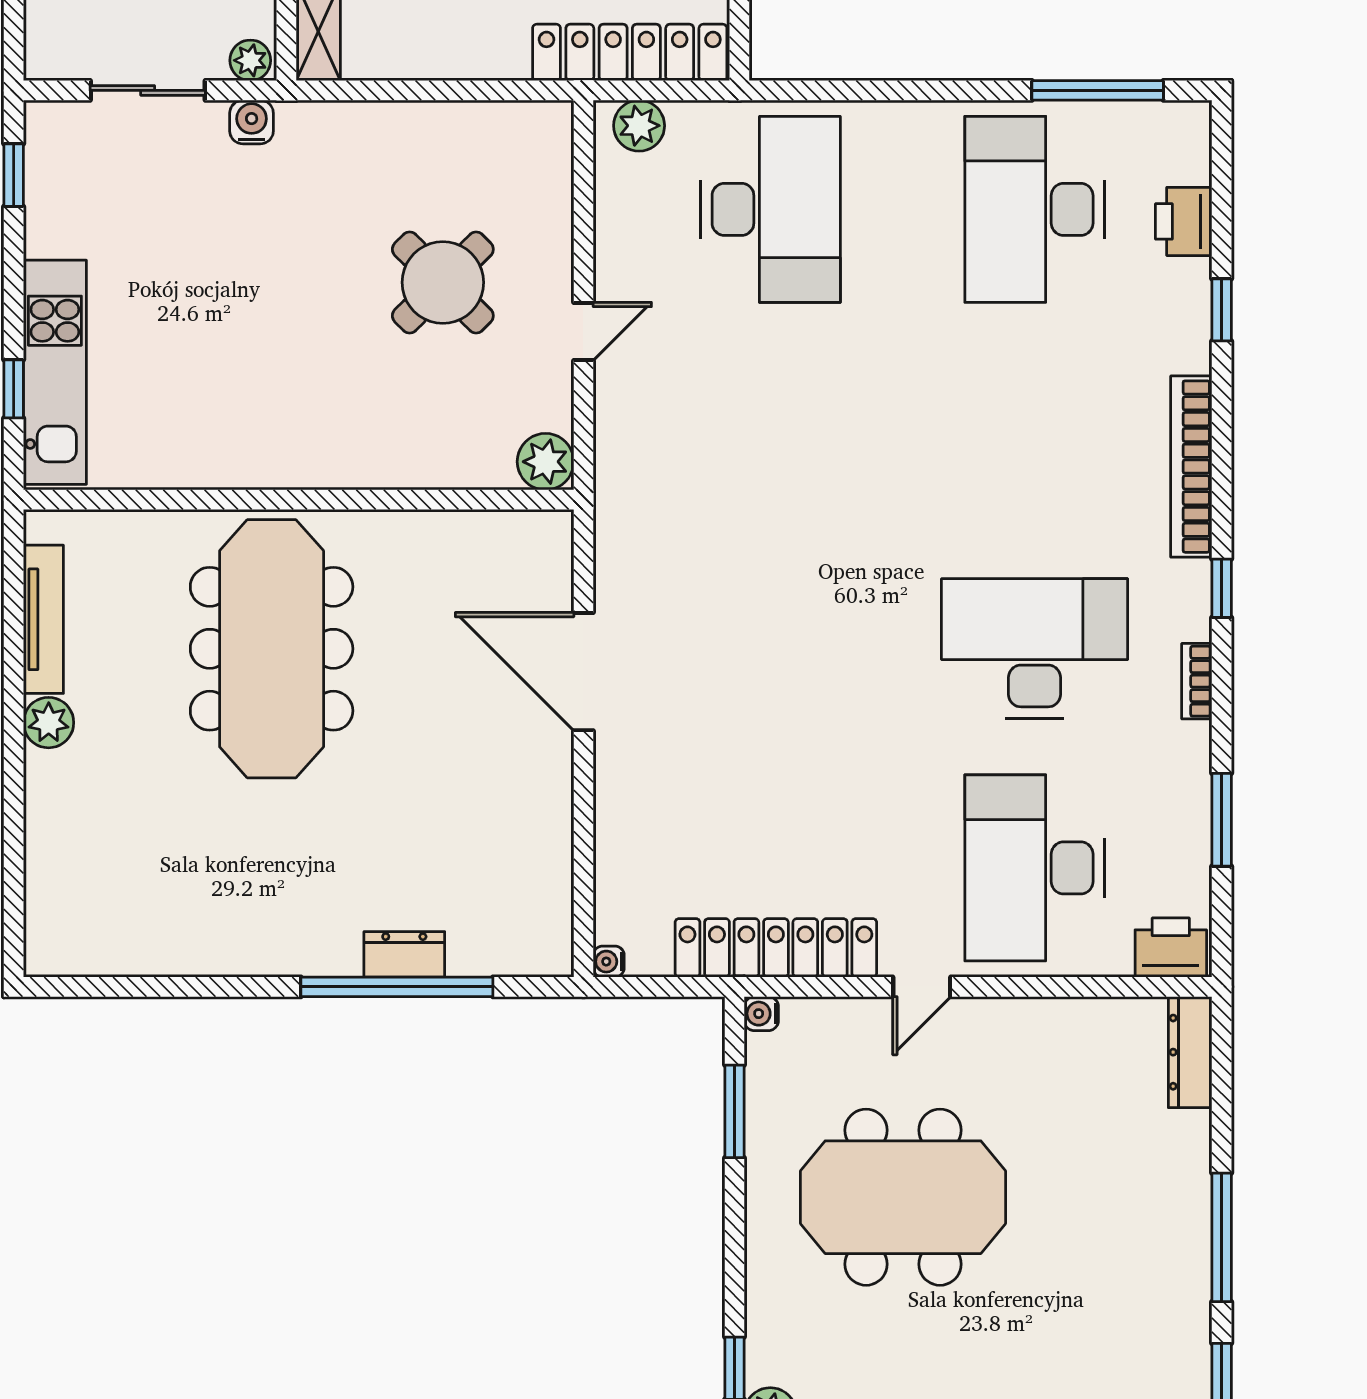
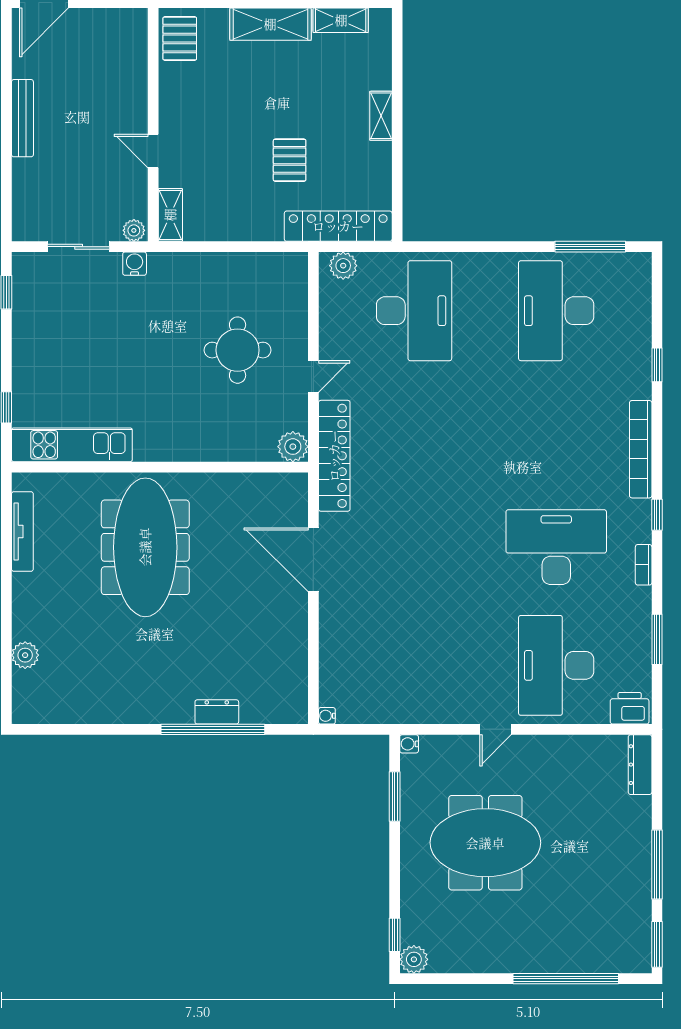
printer: (1184, 221) -> (637, 317), removed
round table: (443, 282) -> (238, 350), turned 45
kitchen unit: (55, 372) -> (72, 445), moved, turned -90
plant: (49, 723) -> (25, 655), moved
locker: (776, 948) -> (334, 456), moved, turned 90

